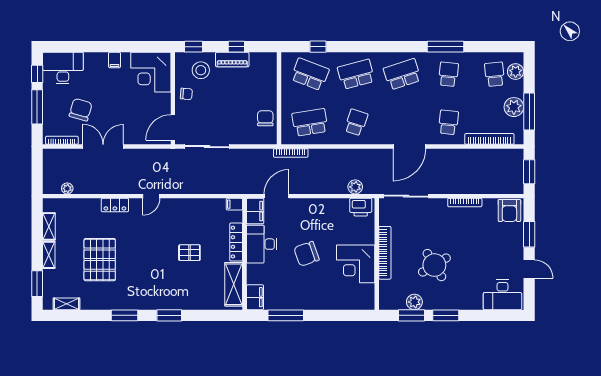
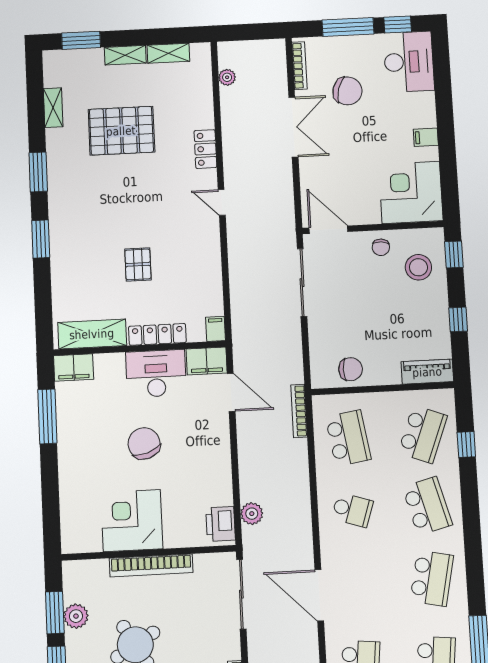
piano: (232, 60) -> (427, 372), moved, turned 90
school desk: (402, 74) -> (432, 578), turned 30
shelving: (66, 304) -> (53, 108), moved

